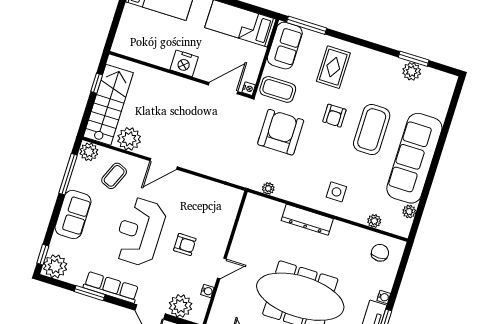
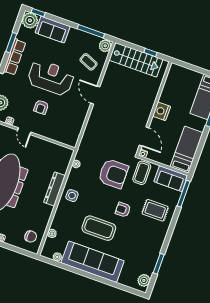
plant: (412, 71) -> (144, 280), moved
coffee table: (372, 130) -> (99, 228), moved
plant: (129, 139) -> (113, 73), removed
side table: (336, 192) -> (72, 196), moved
sofa: (73, 215) -> (53, 30), moved

